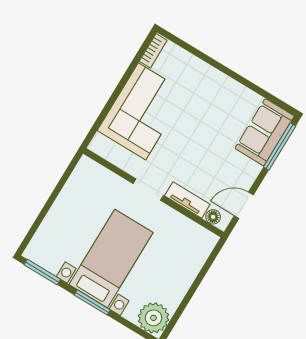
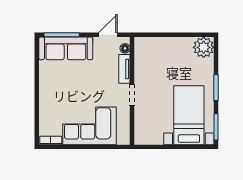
sofa: (265, 132) -> (66, 48), width x1.36
door: (244, 205) -> (108, 35), swing flipped
bed with nightstands: (111, 258) -> (189, 115), moved, turned 90

